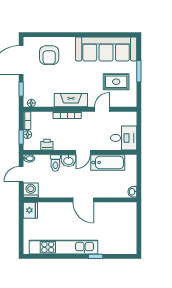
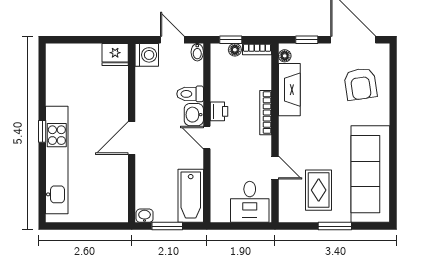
armchair: (49, 55) -> (360, 84), turned -98
fireplace: (71, 100) -> (289, 90), moved
desk: (124, 138) -> (250, 202), moved
printer: (47, 145) -> (219, 111), moved
bathtub: (108, 163) -> (191, 196), moved
window: (139, 177) -> (167, 226), added
kitchen unit: (63, 247) -> (57, 160), moved
window: (96, 256) -> (42, 131), moved

